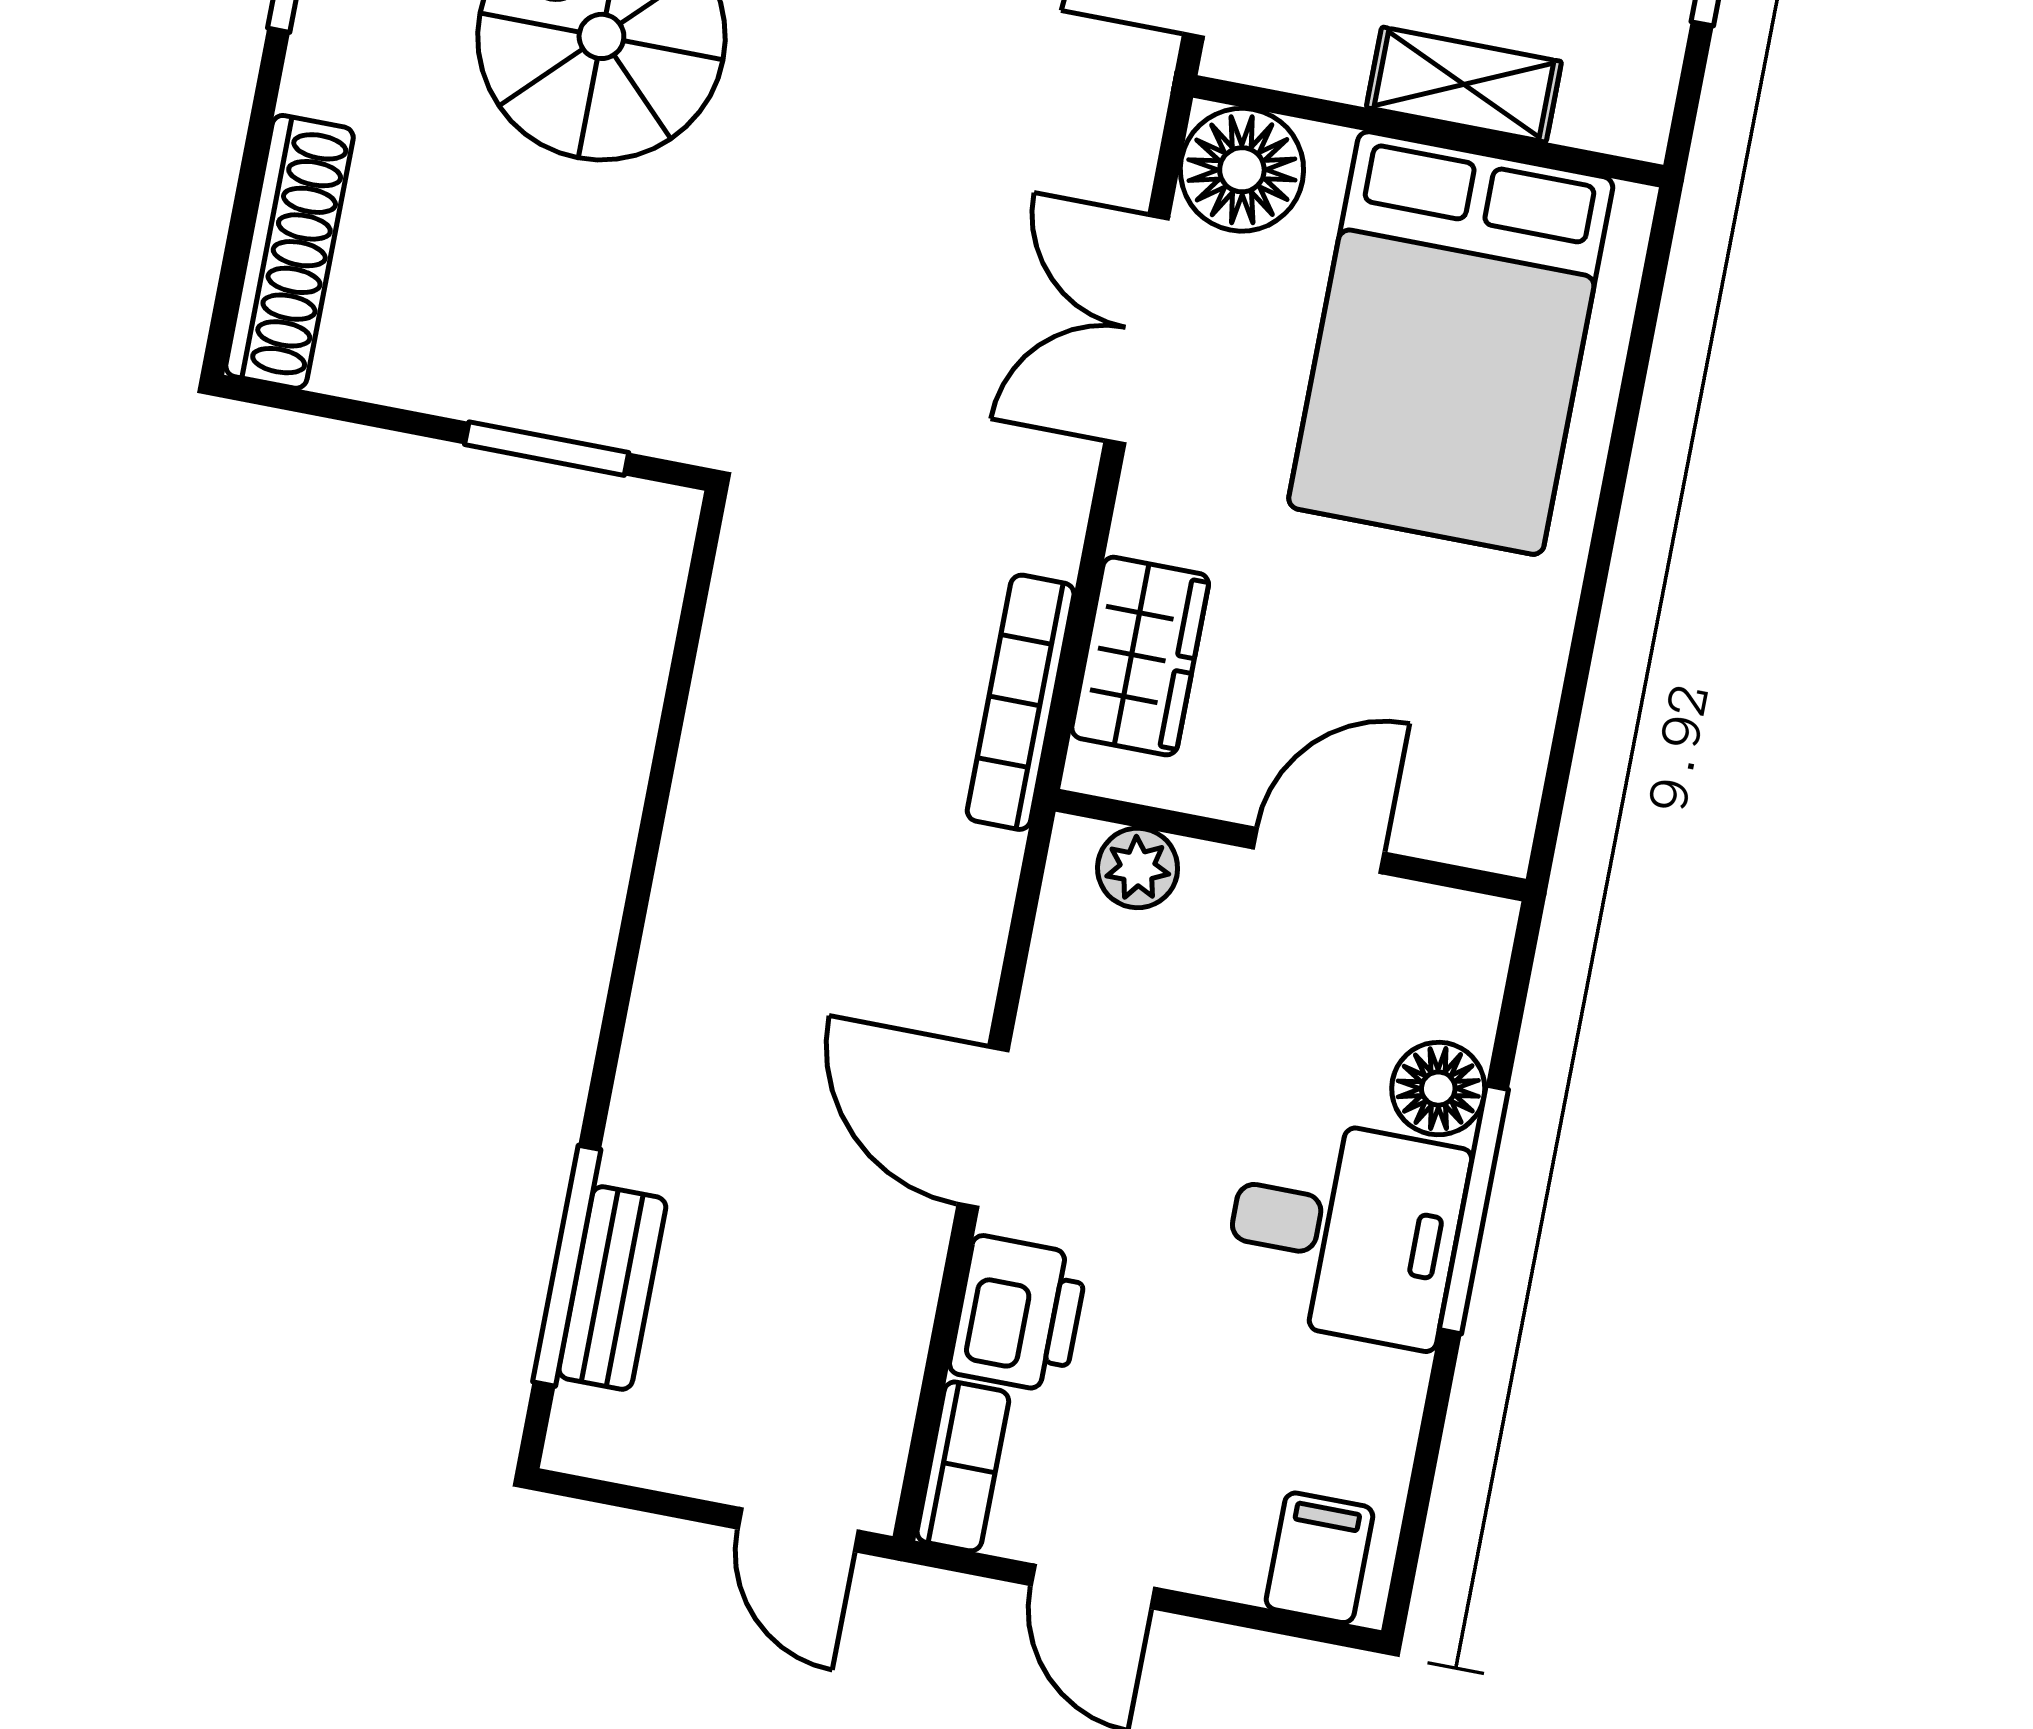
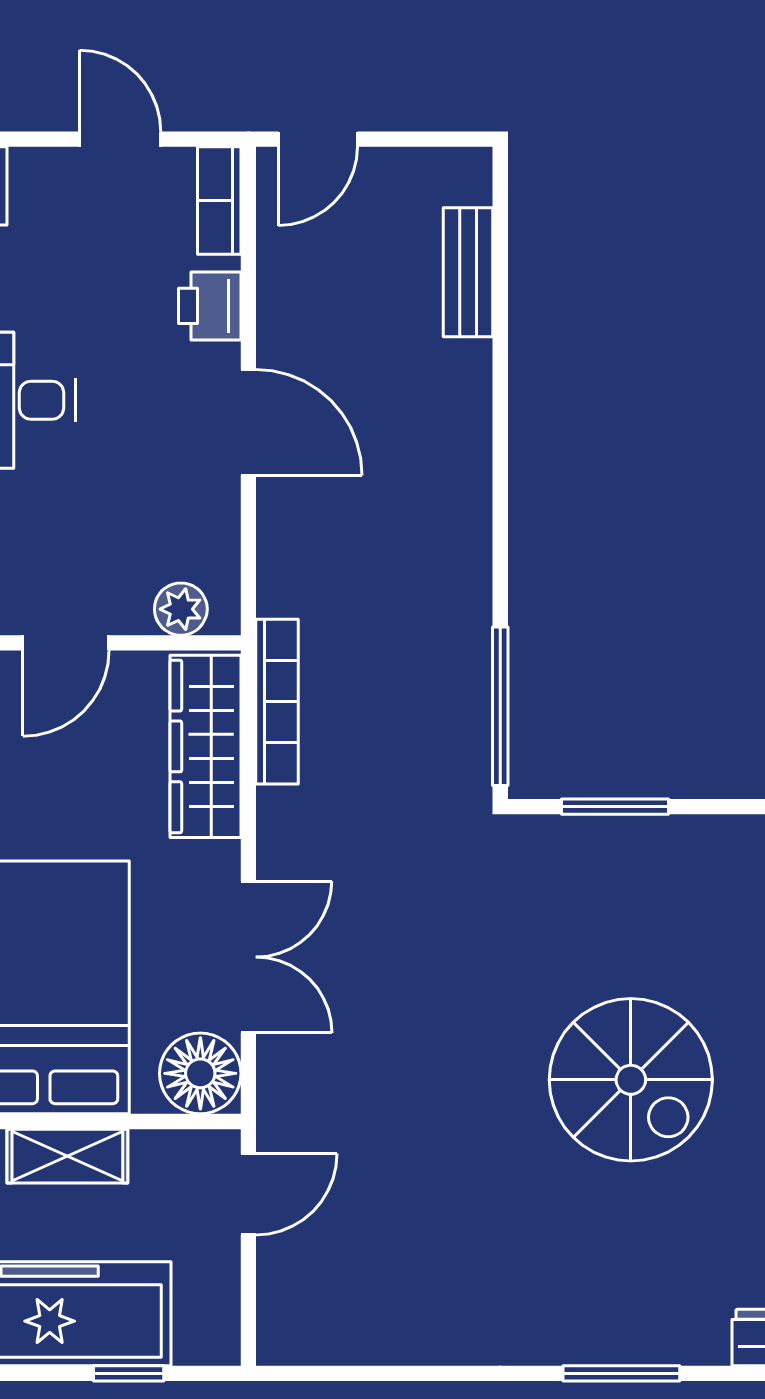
wardrobe: (1140, 656) -> (206, 746), width x1.50
window: (567, 1266) -> (500, 706), moved
printer: (1018, 1314) -> (210, 306), width x0.73, depth x0.81
door: (798, 1530) -> (318, 139), swing flipped

